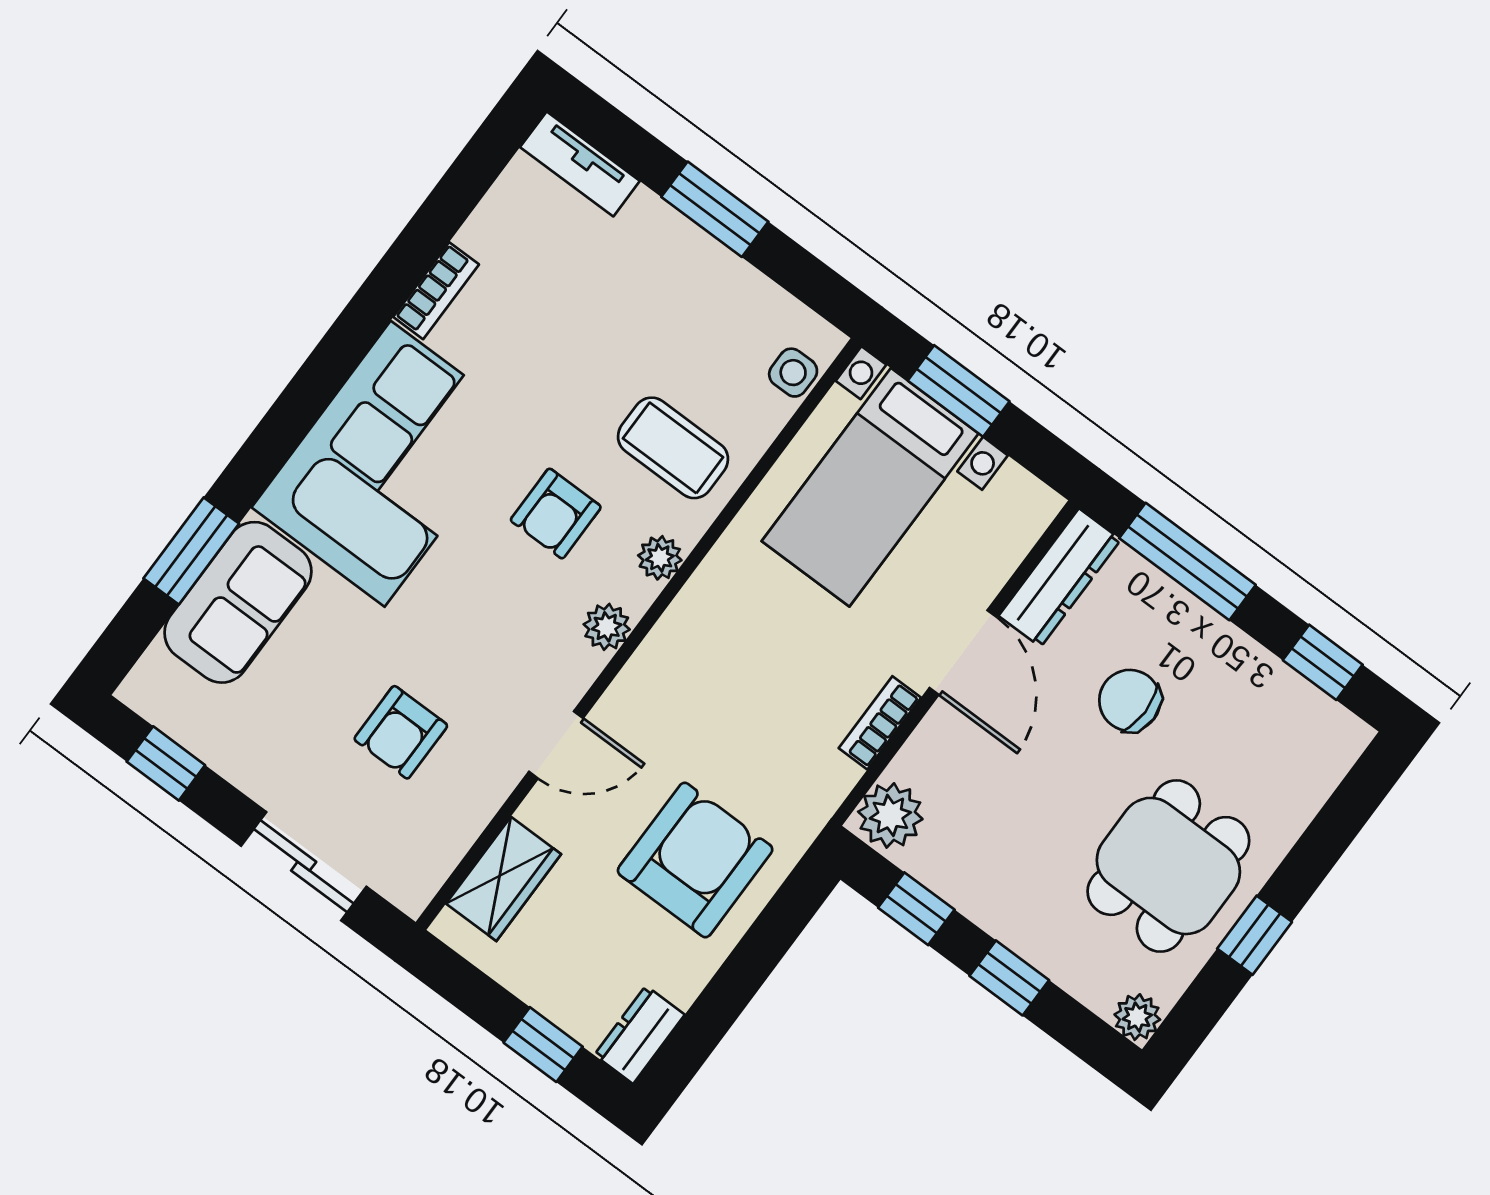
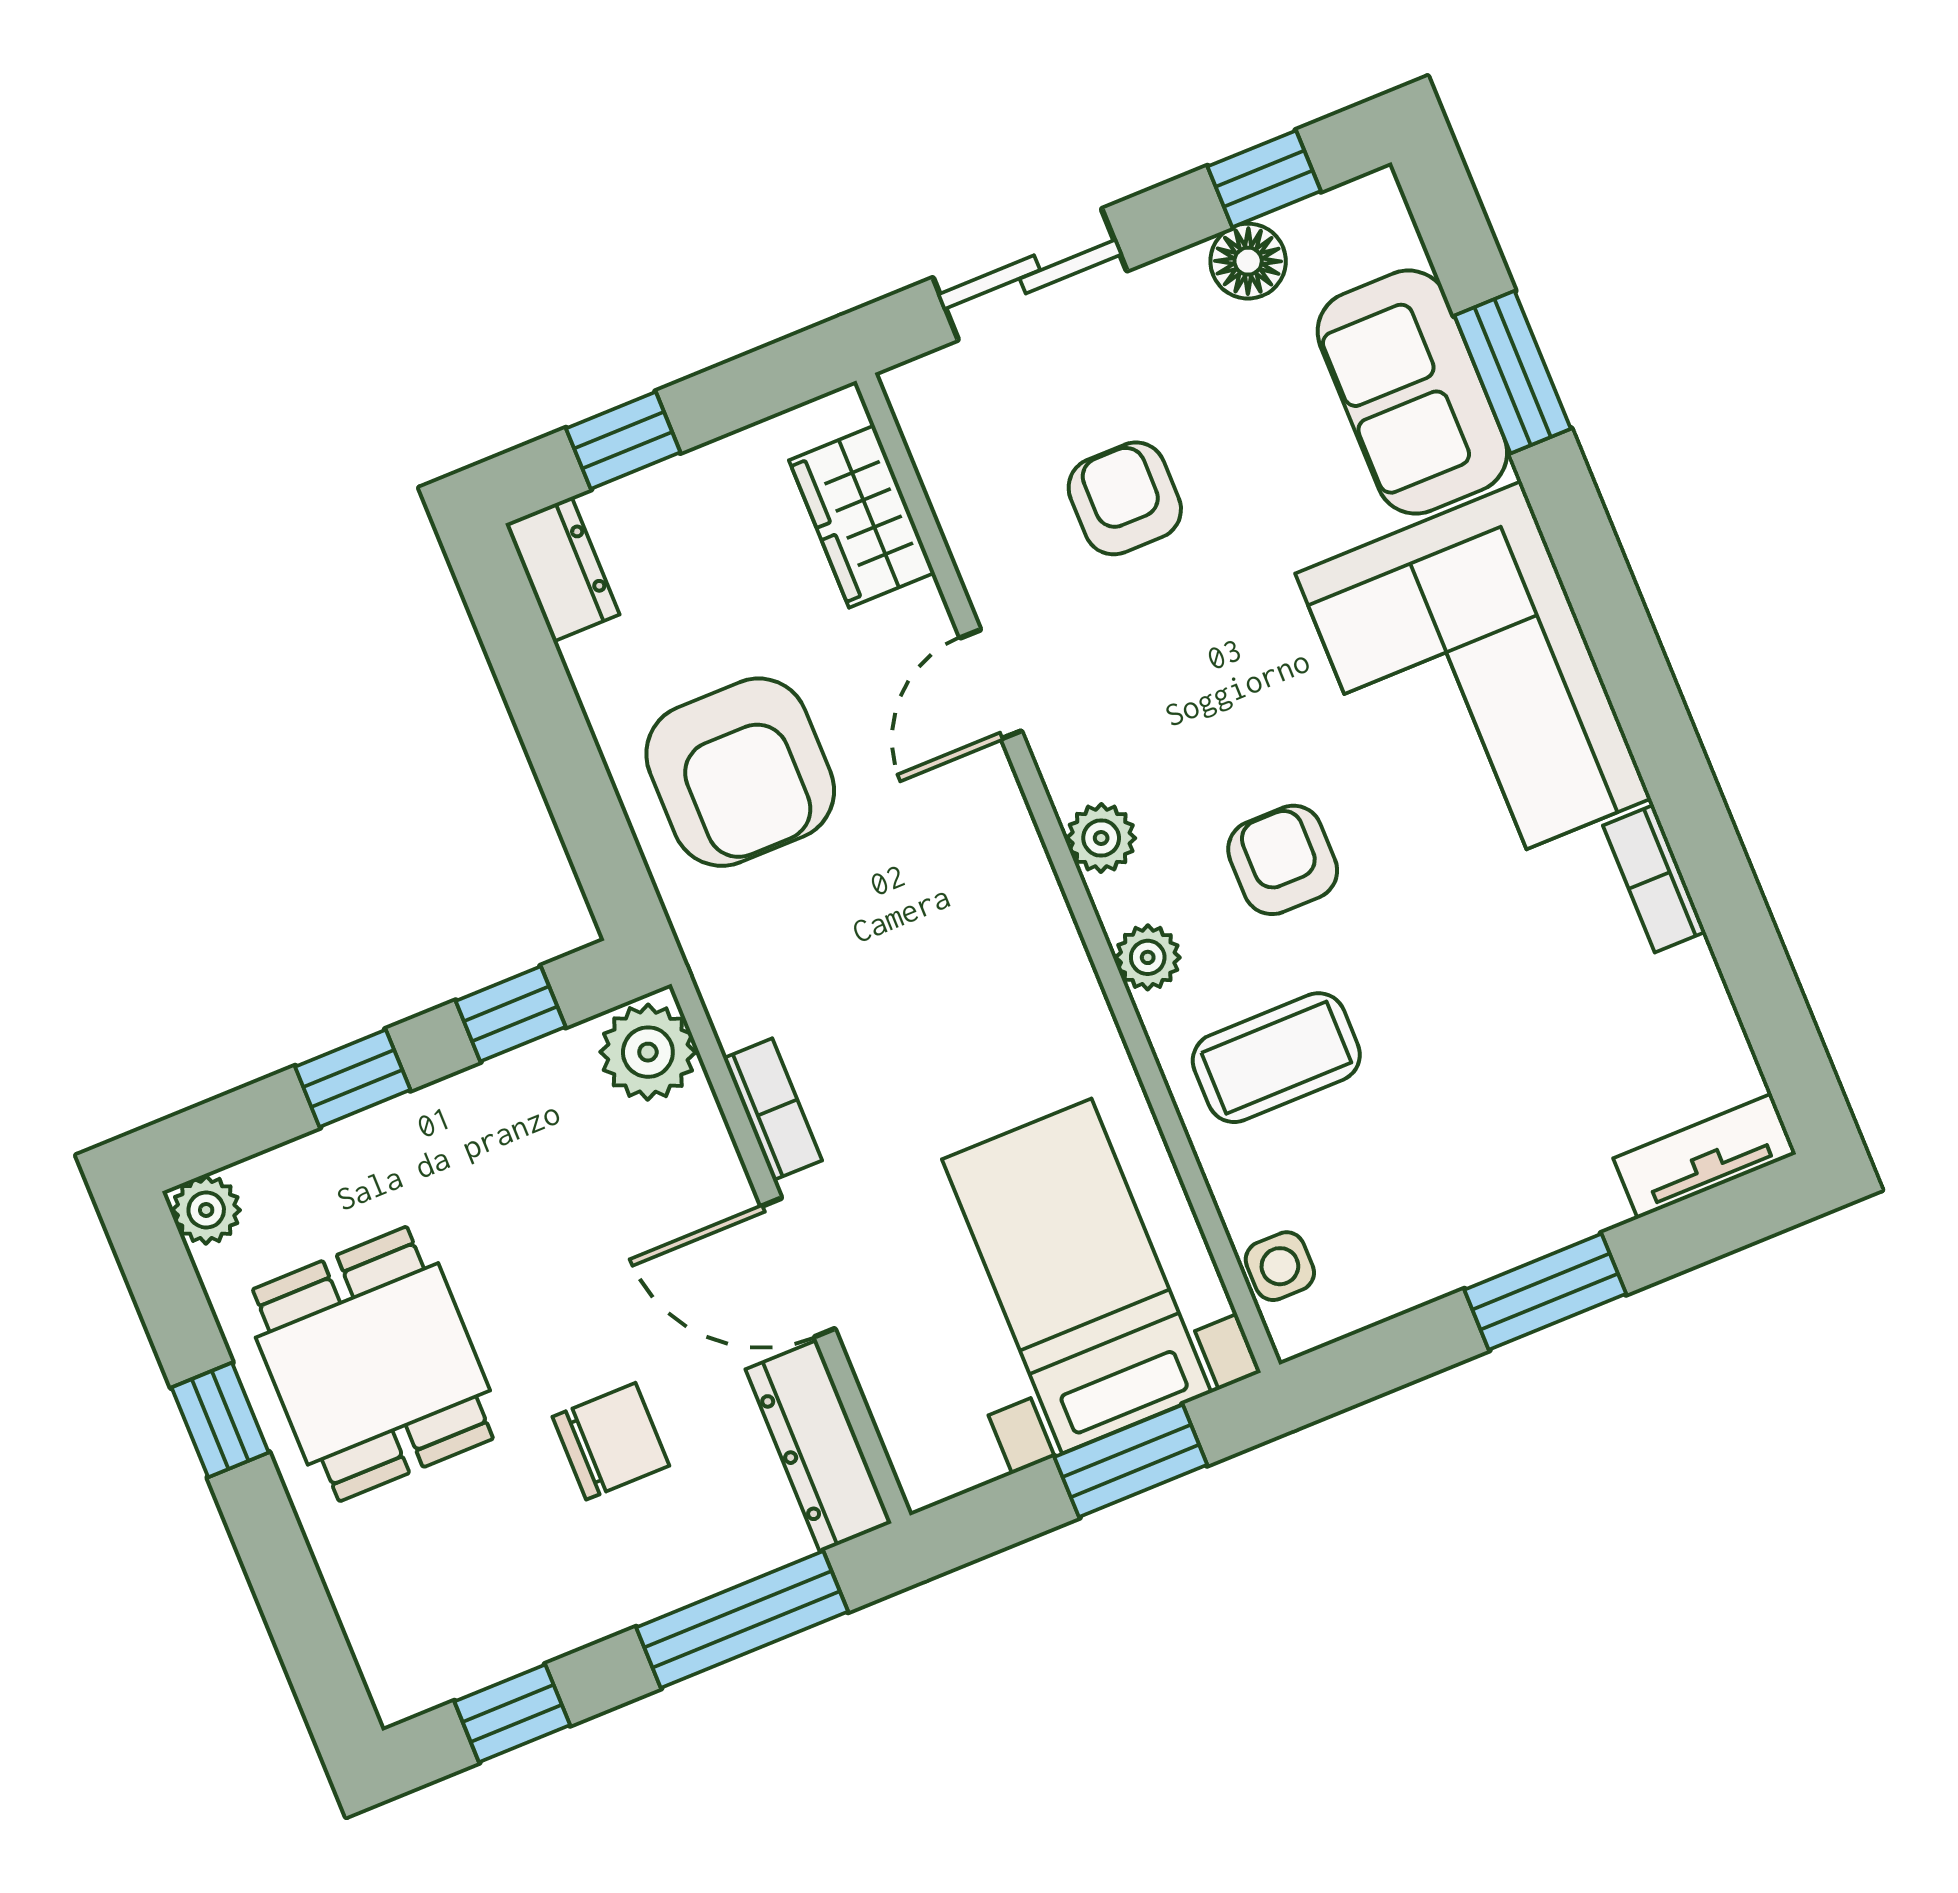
floor lamp: (219, 744) -> (1248, 261), added

